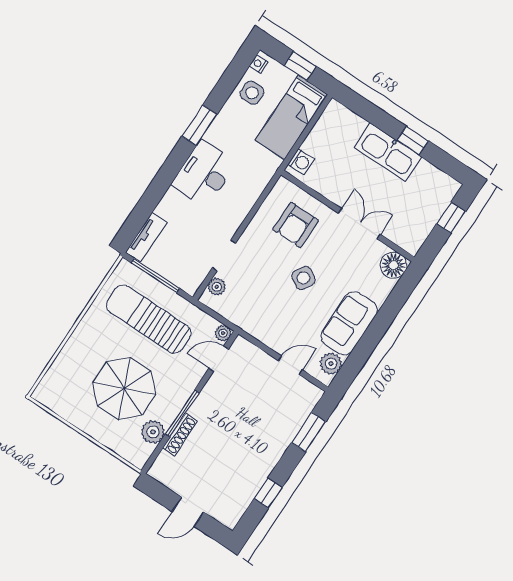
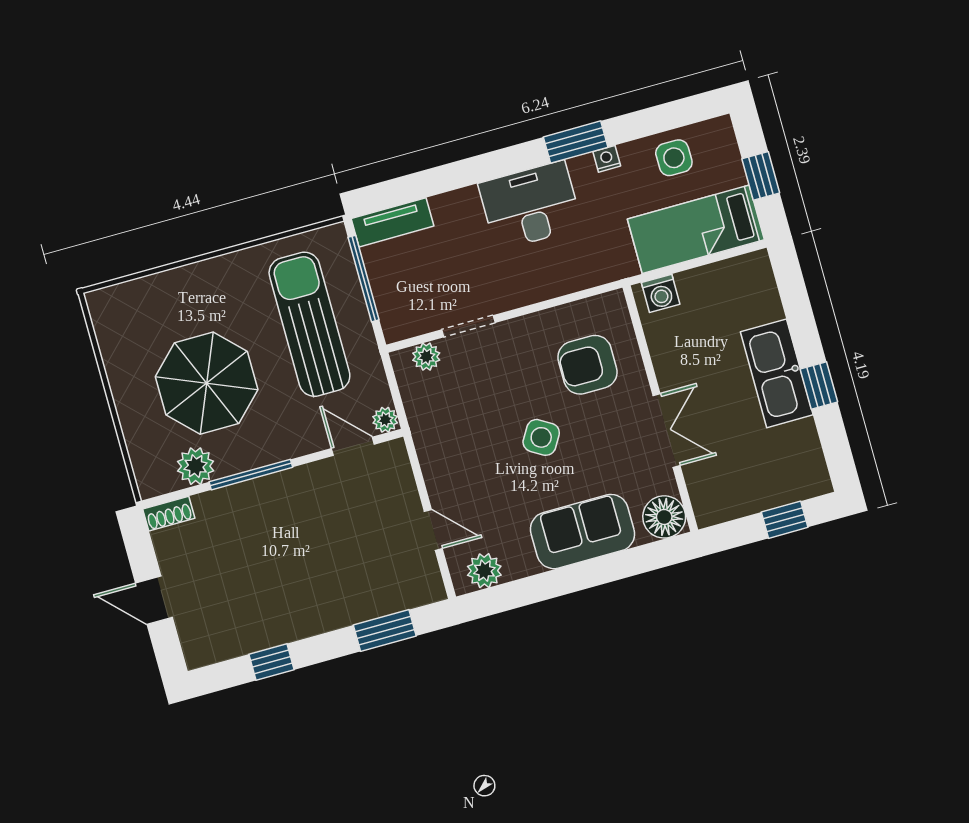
nightstand: (259, 64) -> (607, 159), moved
sofa: (349, 323) -> (583, 532), moved
shoe rack: (180, 435) -> (169, 514), moved, width x0.70

